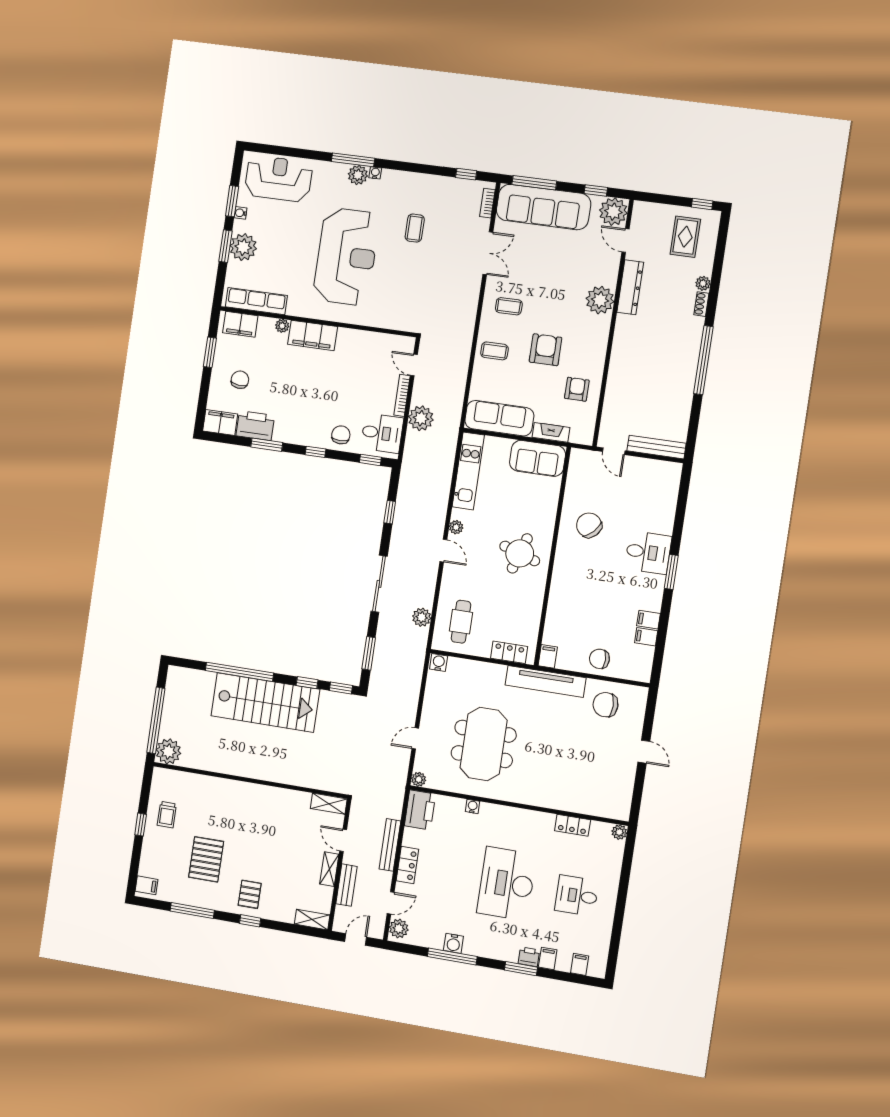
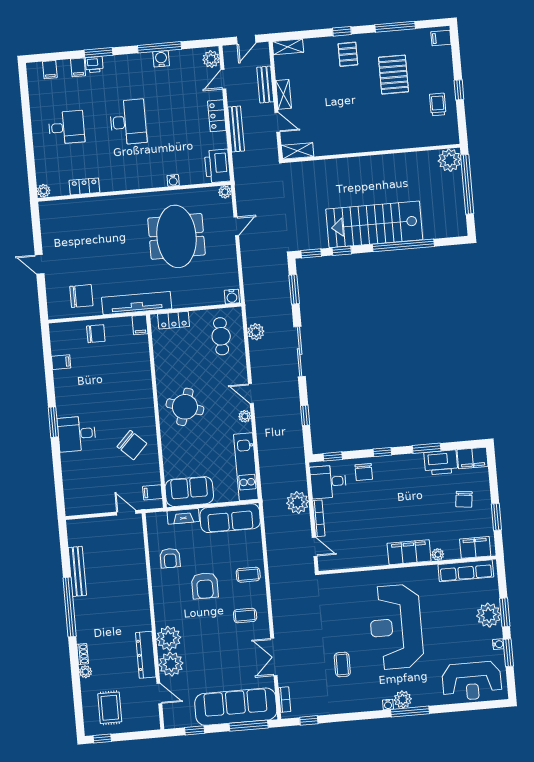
plant: (613, 212) -> (171, 664), moved
bench: (656, 447) -> (77, 571), moved, turned 90
filing cabinet: (648, 620) -> (152, 492), moved, turned 180
desk: (507, 884) -> (128, 122), width x0.73, depth x0.77

